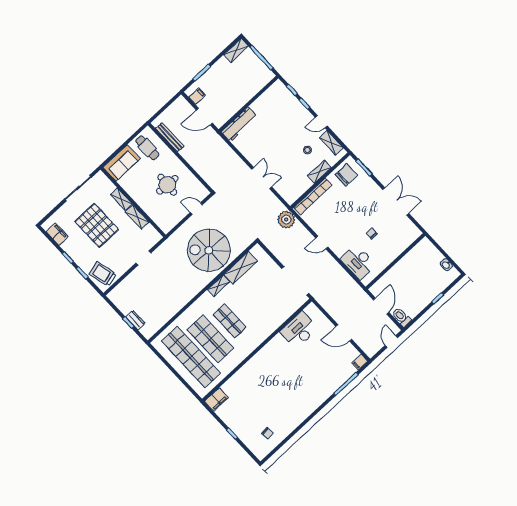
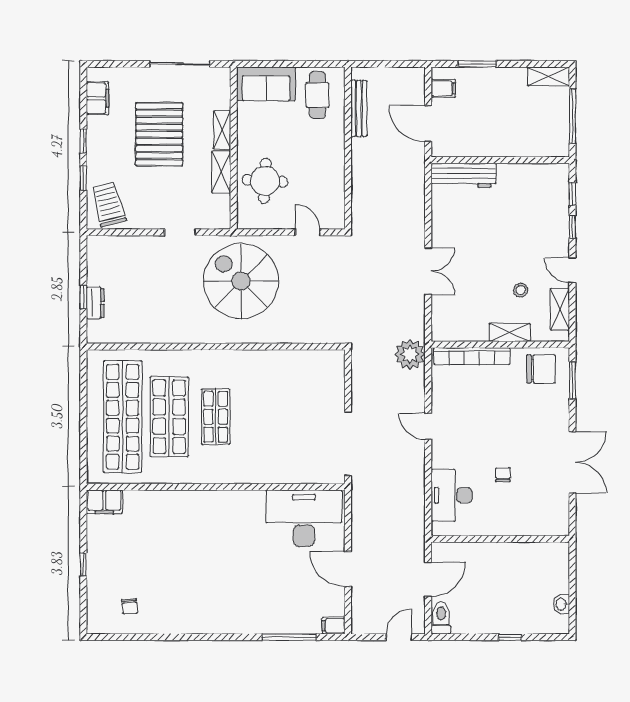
round table: (167, 185) -> (265, 181), moved
spiral stairs: (209, 250) -> (241, 281), moved
shelving: (241, 268) -> (293, 361), removed
shelving: (218, 286) -> (243, 358), removed
desk: (299, 330) -> (304, 518), width x1.36, depth x1.30

